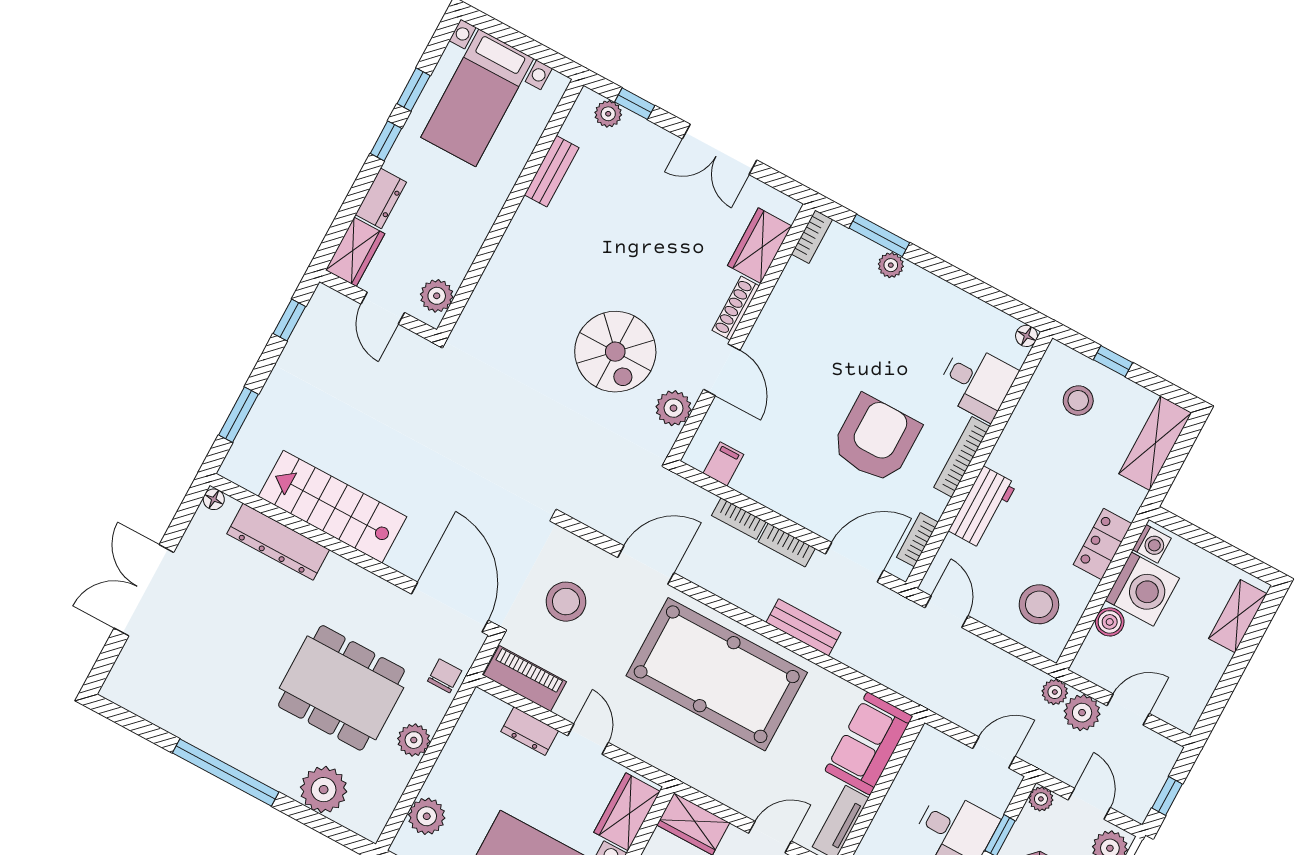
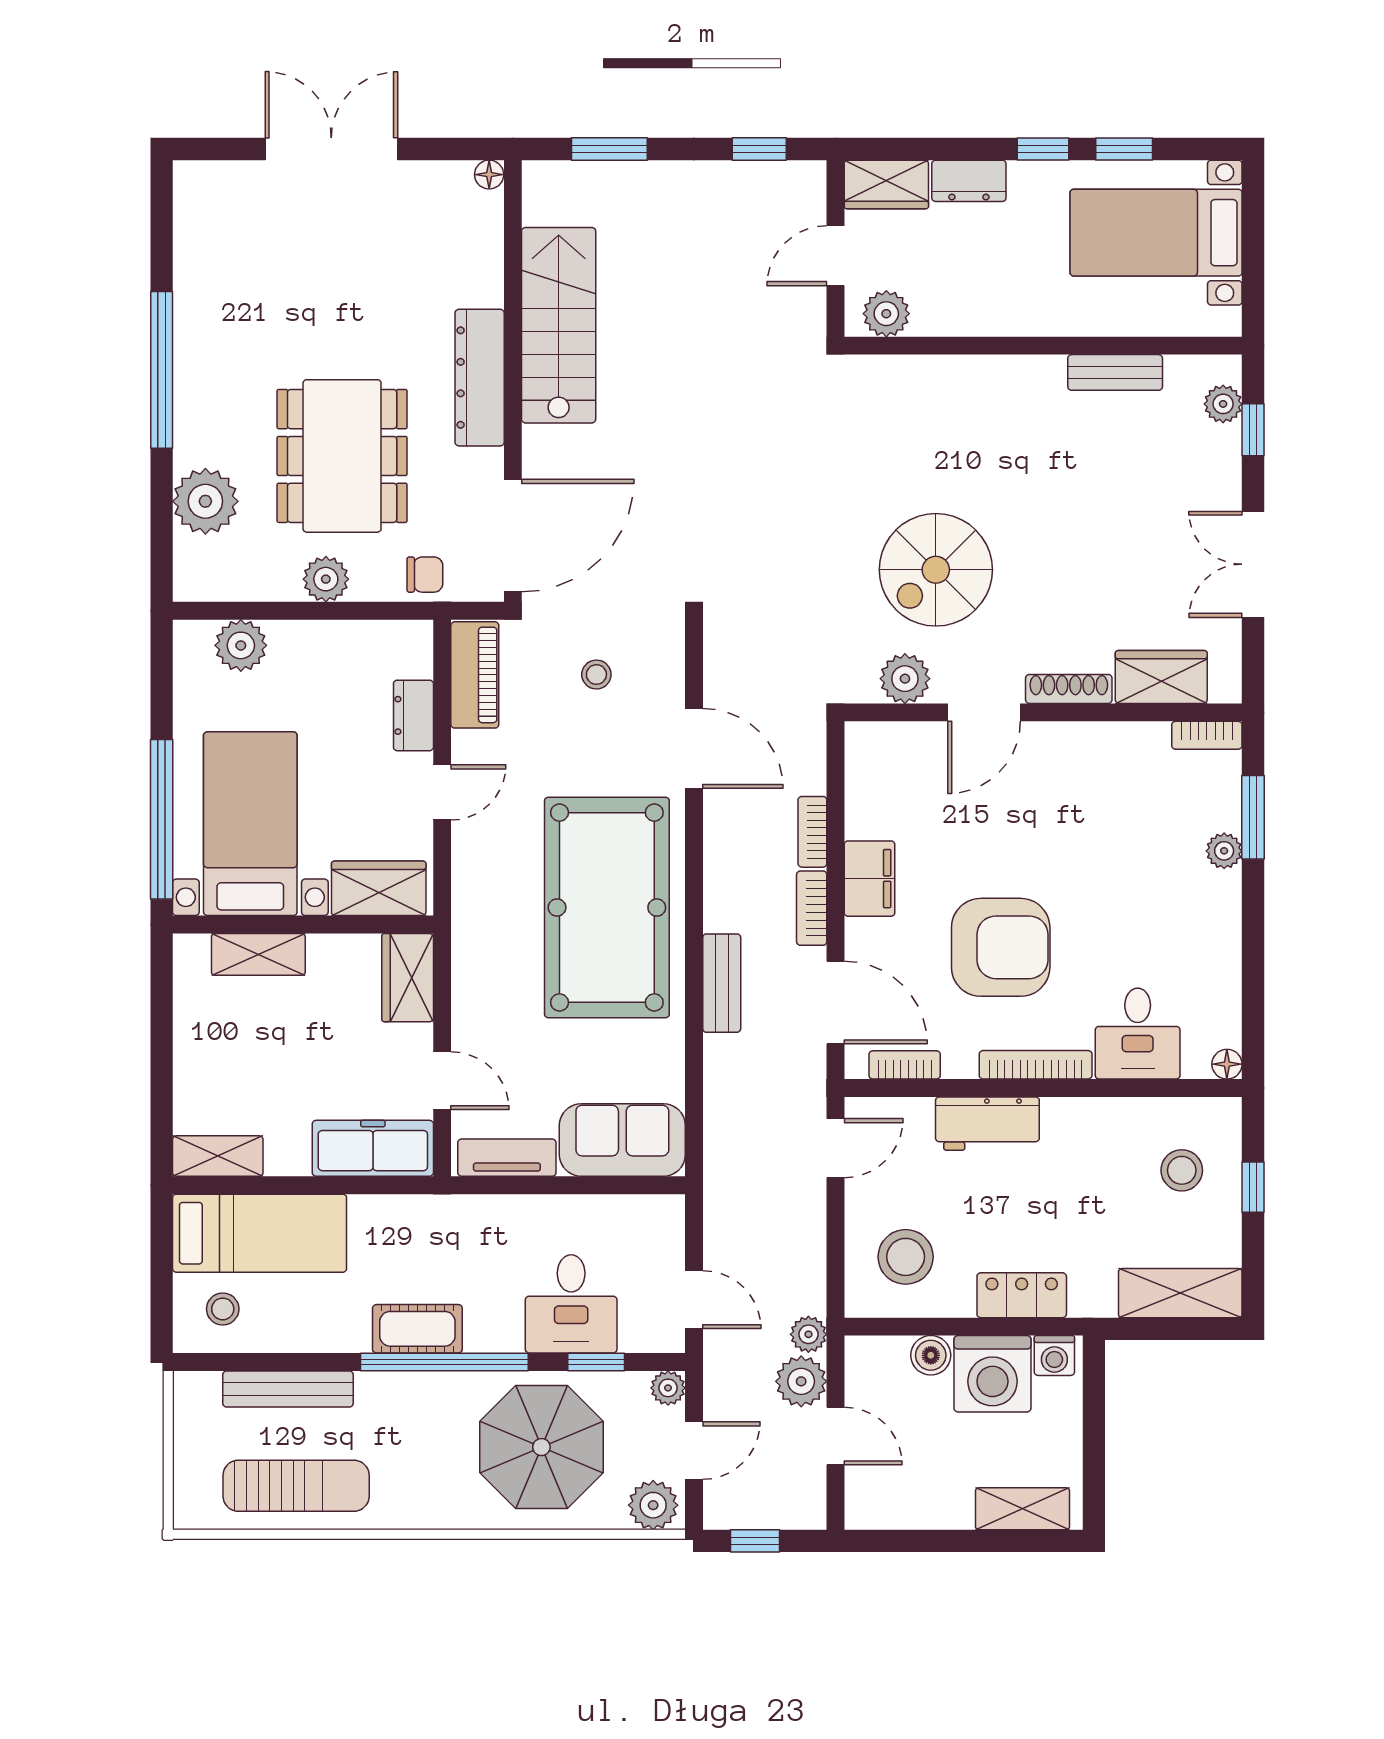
filing cabinet: (723, 464) -> (869, 879), moved, width x2.00
dresser: (278, 542) -> (480, 378), moved
stool: (566, 602) -> (596, 675), width x0.53, depth x0.53

